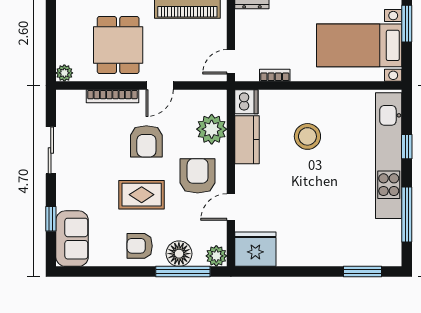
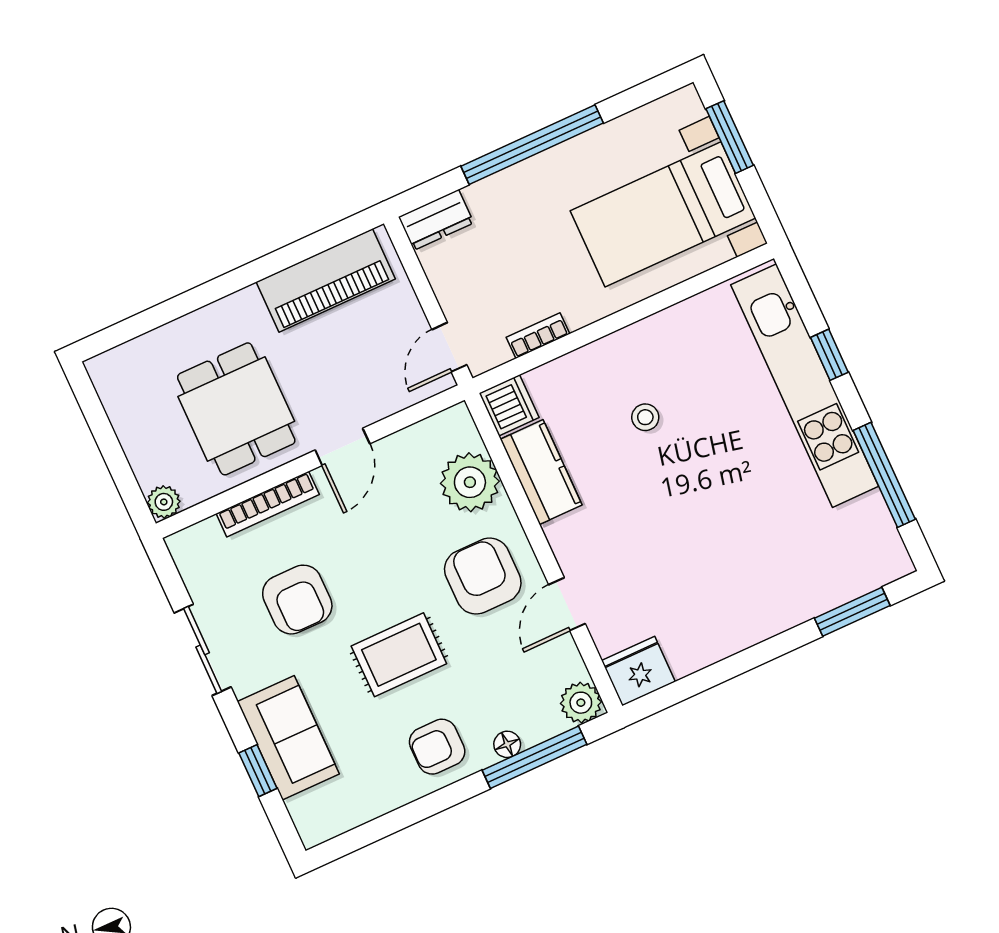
stool: (307, 136) -> (645, 417), width x0.53, depth x0.53
armchair: (146, 141) -> (297, 600), moved
sofa: (72, 239) -> (288, 738), moved
fridge: (255, 249) -> (638, 671), width x0.73, depth x0.75
floor lamp: (179, 254) -> (507, 744), width x0.53, depth x0.53

